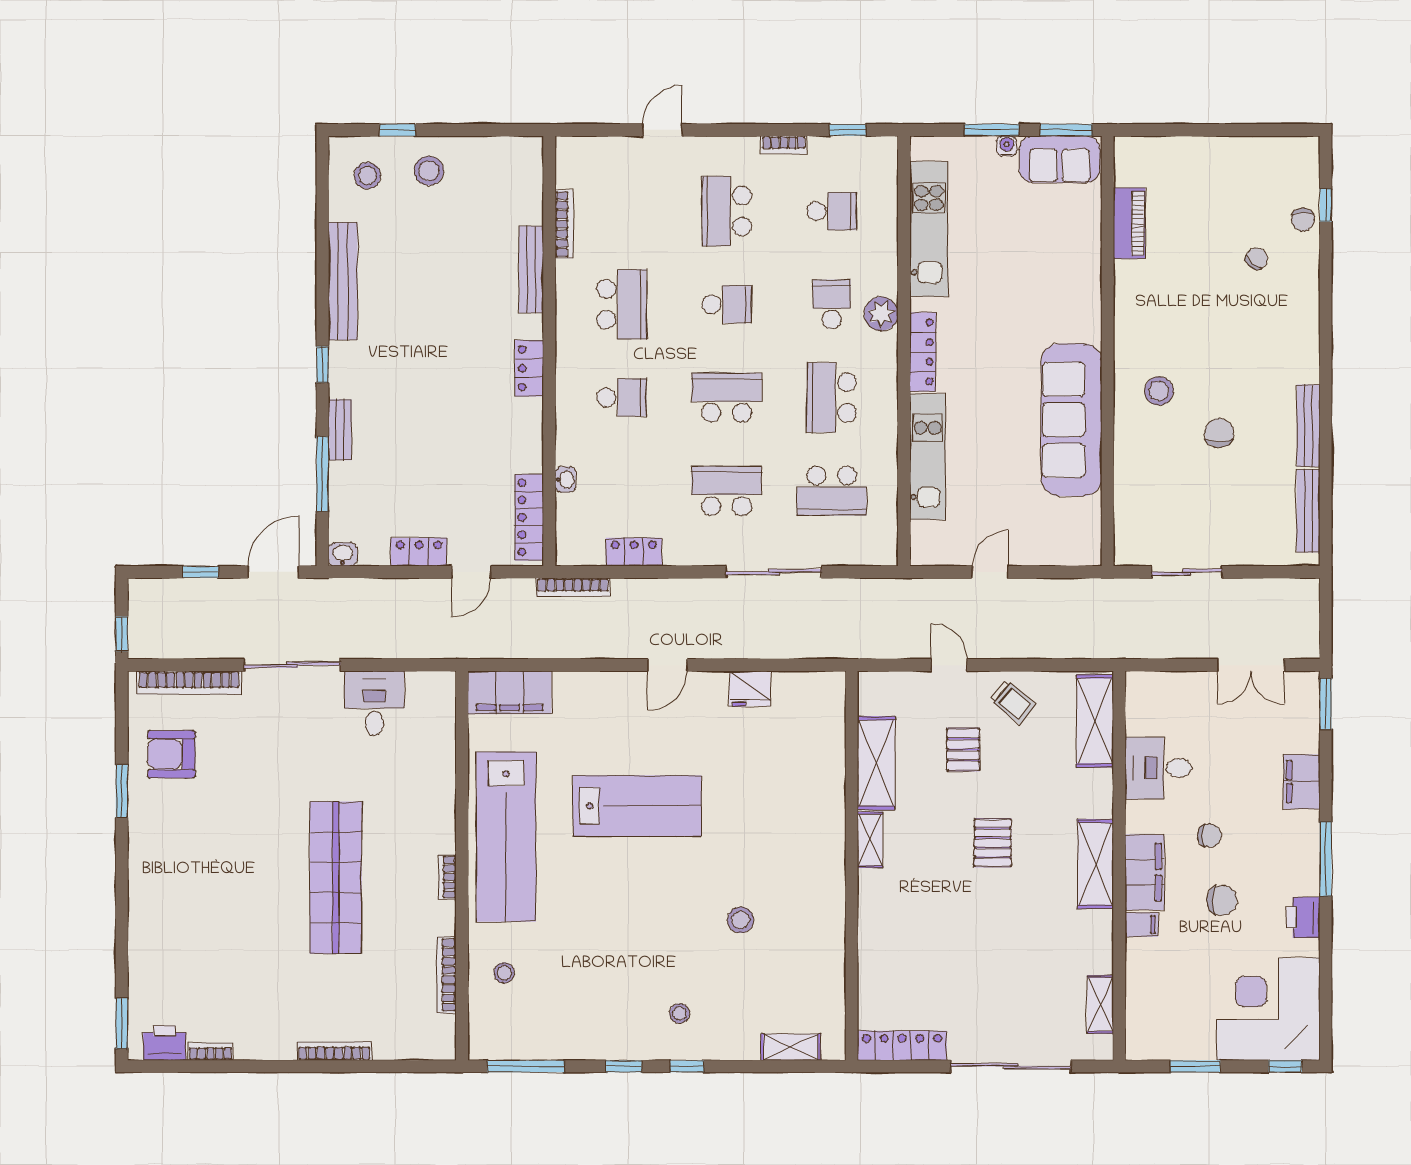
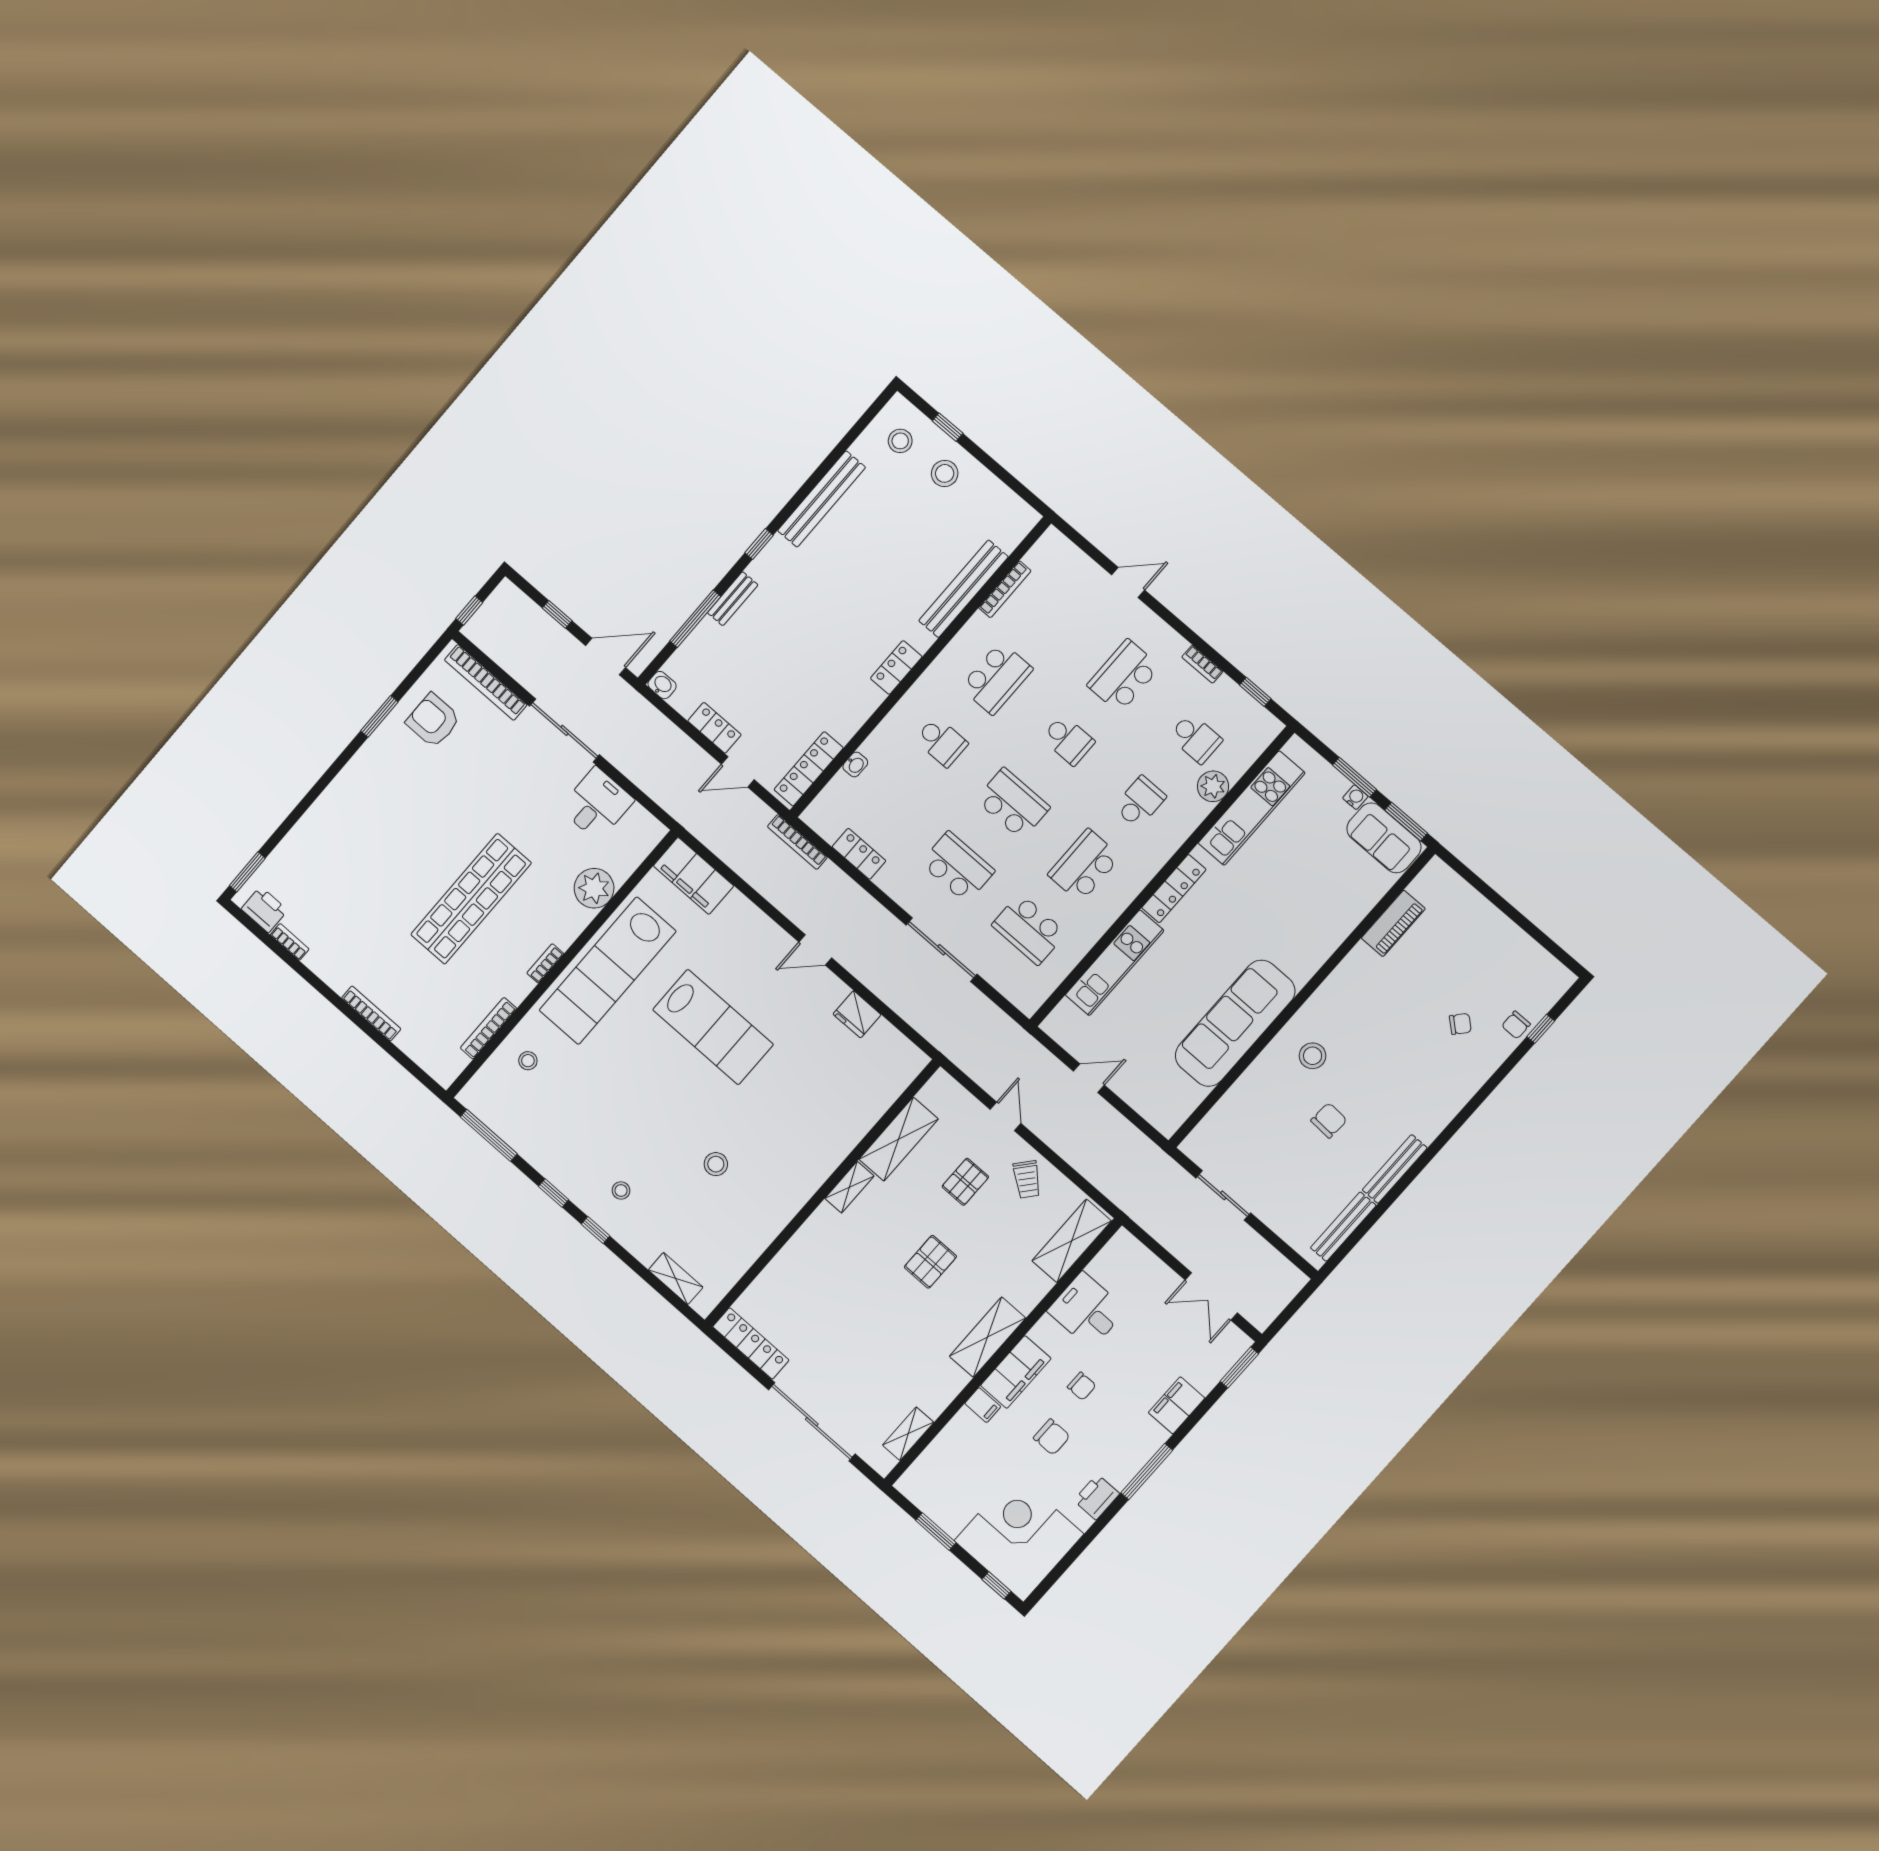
bench: (531, 270) -> (963, 589), width x1.37, depth x1.21
plant: (881, 314) -> (1213, 786), moved
plant: (434, 777) -> (594, 888), added

